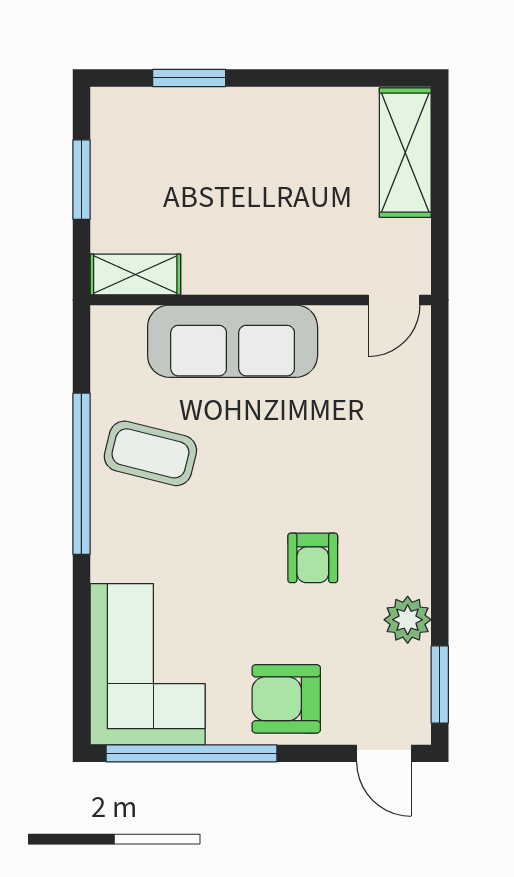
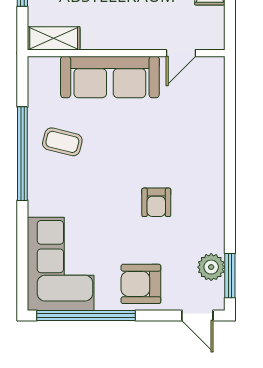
door: (394, 300) -> (181, 53), moved
coffee table: (150, 453) -> (62, 142), width x0.73, depth x0.77
plant: (408, 620) -> (211, 267), moved

